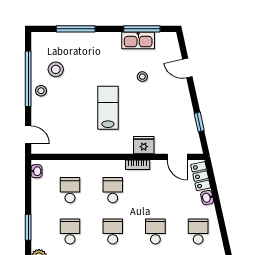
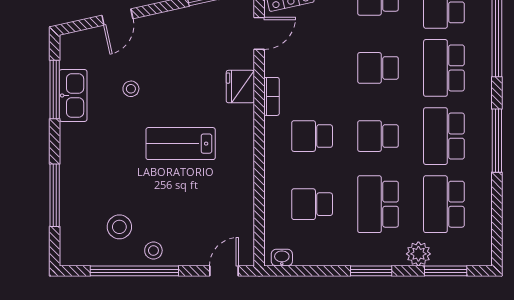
school desk: (70, 231) -> (378, 204), width x1.85

